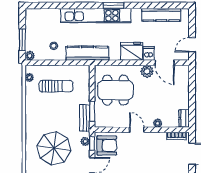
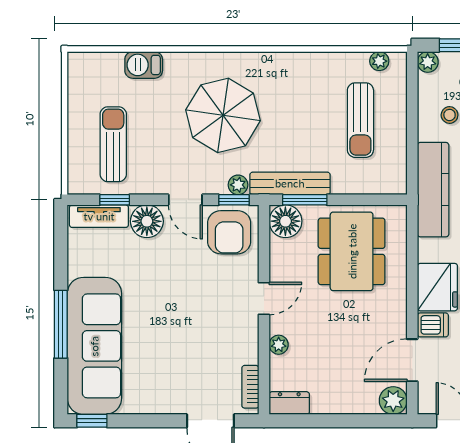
plant: (147, 71) -> (393, 401), moved
bench: (85, 118) -> (290, 183), width x1.36
floor lamp: (102, 120) -> (285, 221), added

